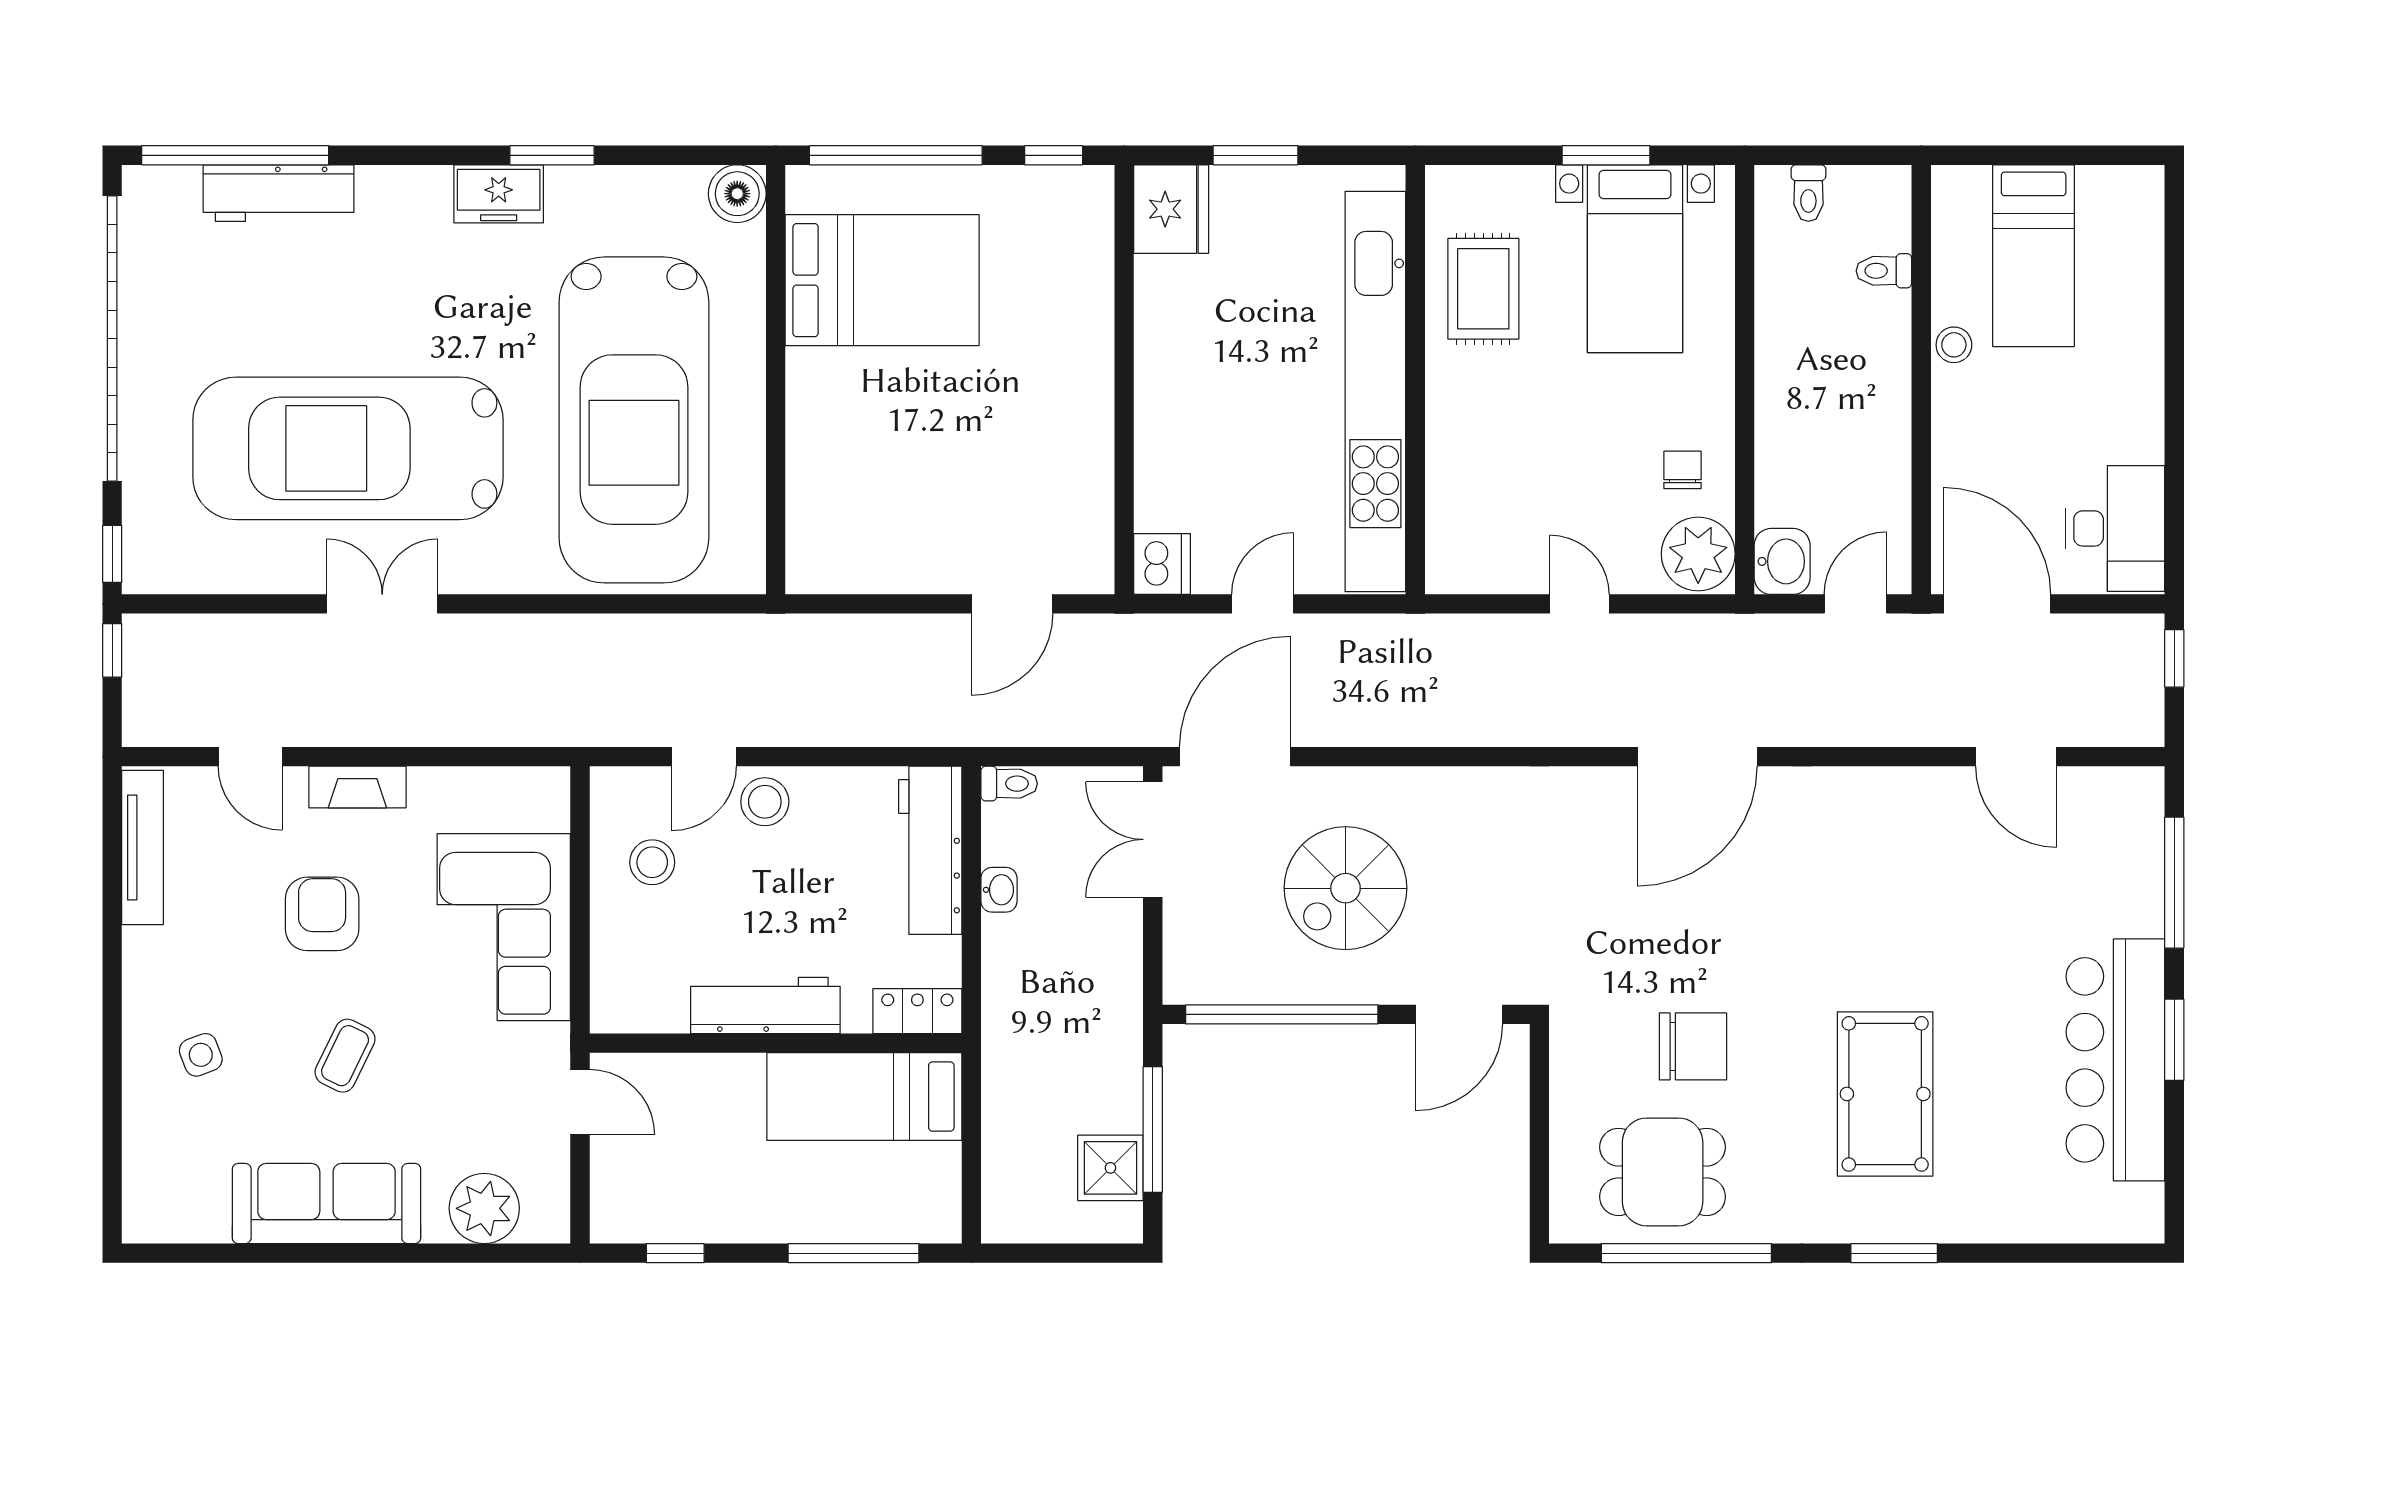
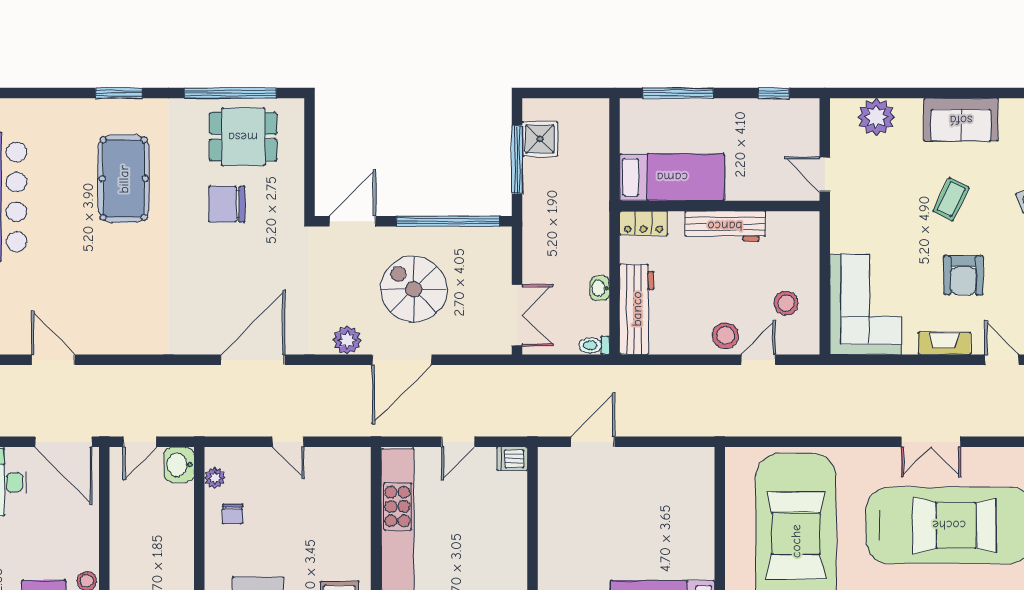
plant: (1698, 554) -> (215, 478), width x0.53, depth x0.53
dishwasher: (1162, 564) -> (512, 459), width x0.73
door: (1235, 757) -> (402, 360), moved
door: (1697, 757) -> (253, 360), moved
plant: (1469, 793) -> (347, 340), added
spiral stairs: (1345, 888) -> (414, 289), turned -90
corner sofa: (504, 927) -> (866, 304), moved
sofa: (326, 1204) -> (961, 120), width x0.73

